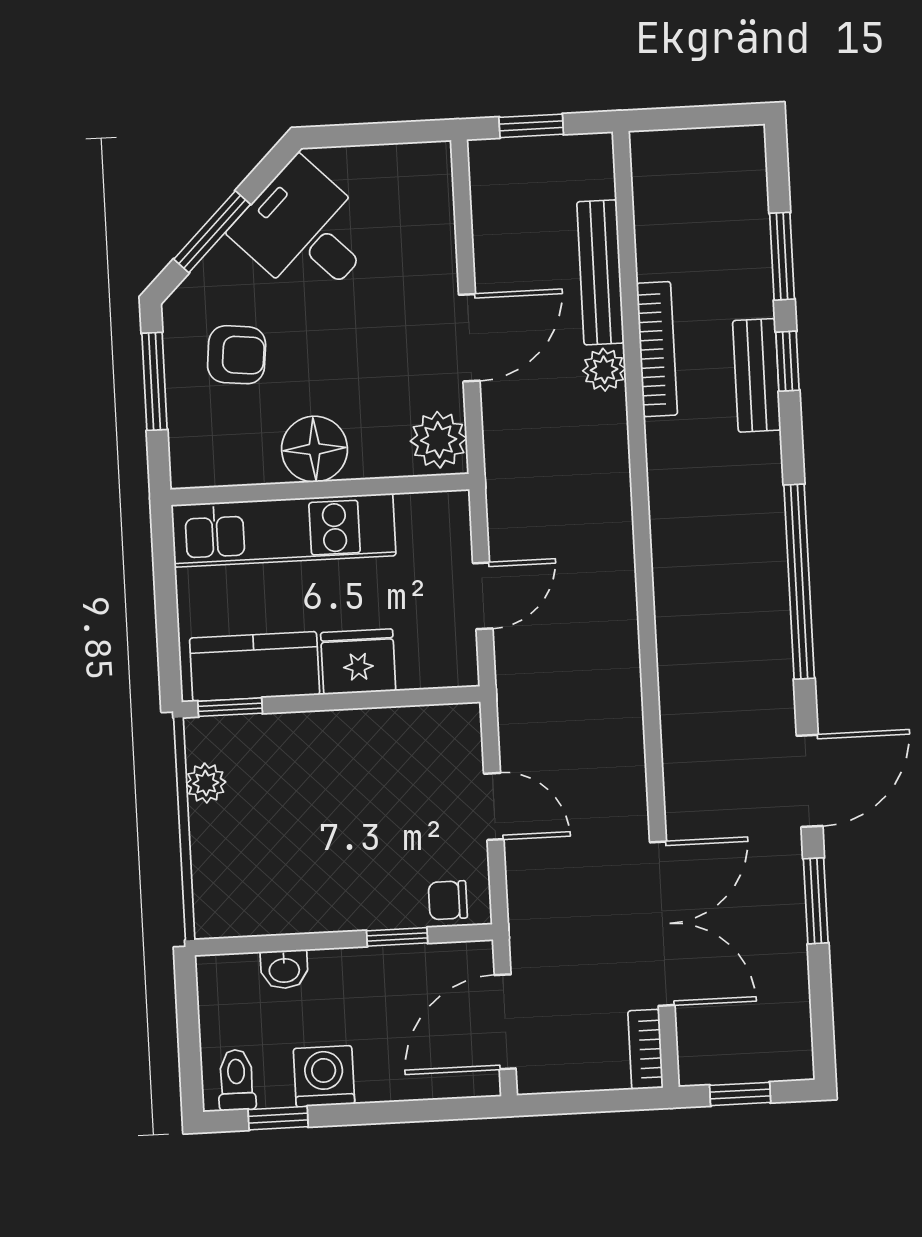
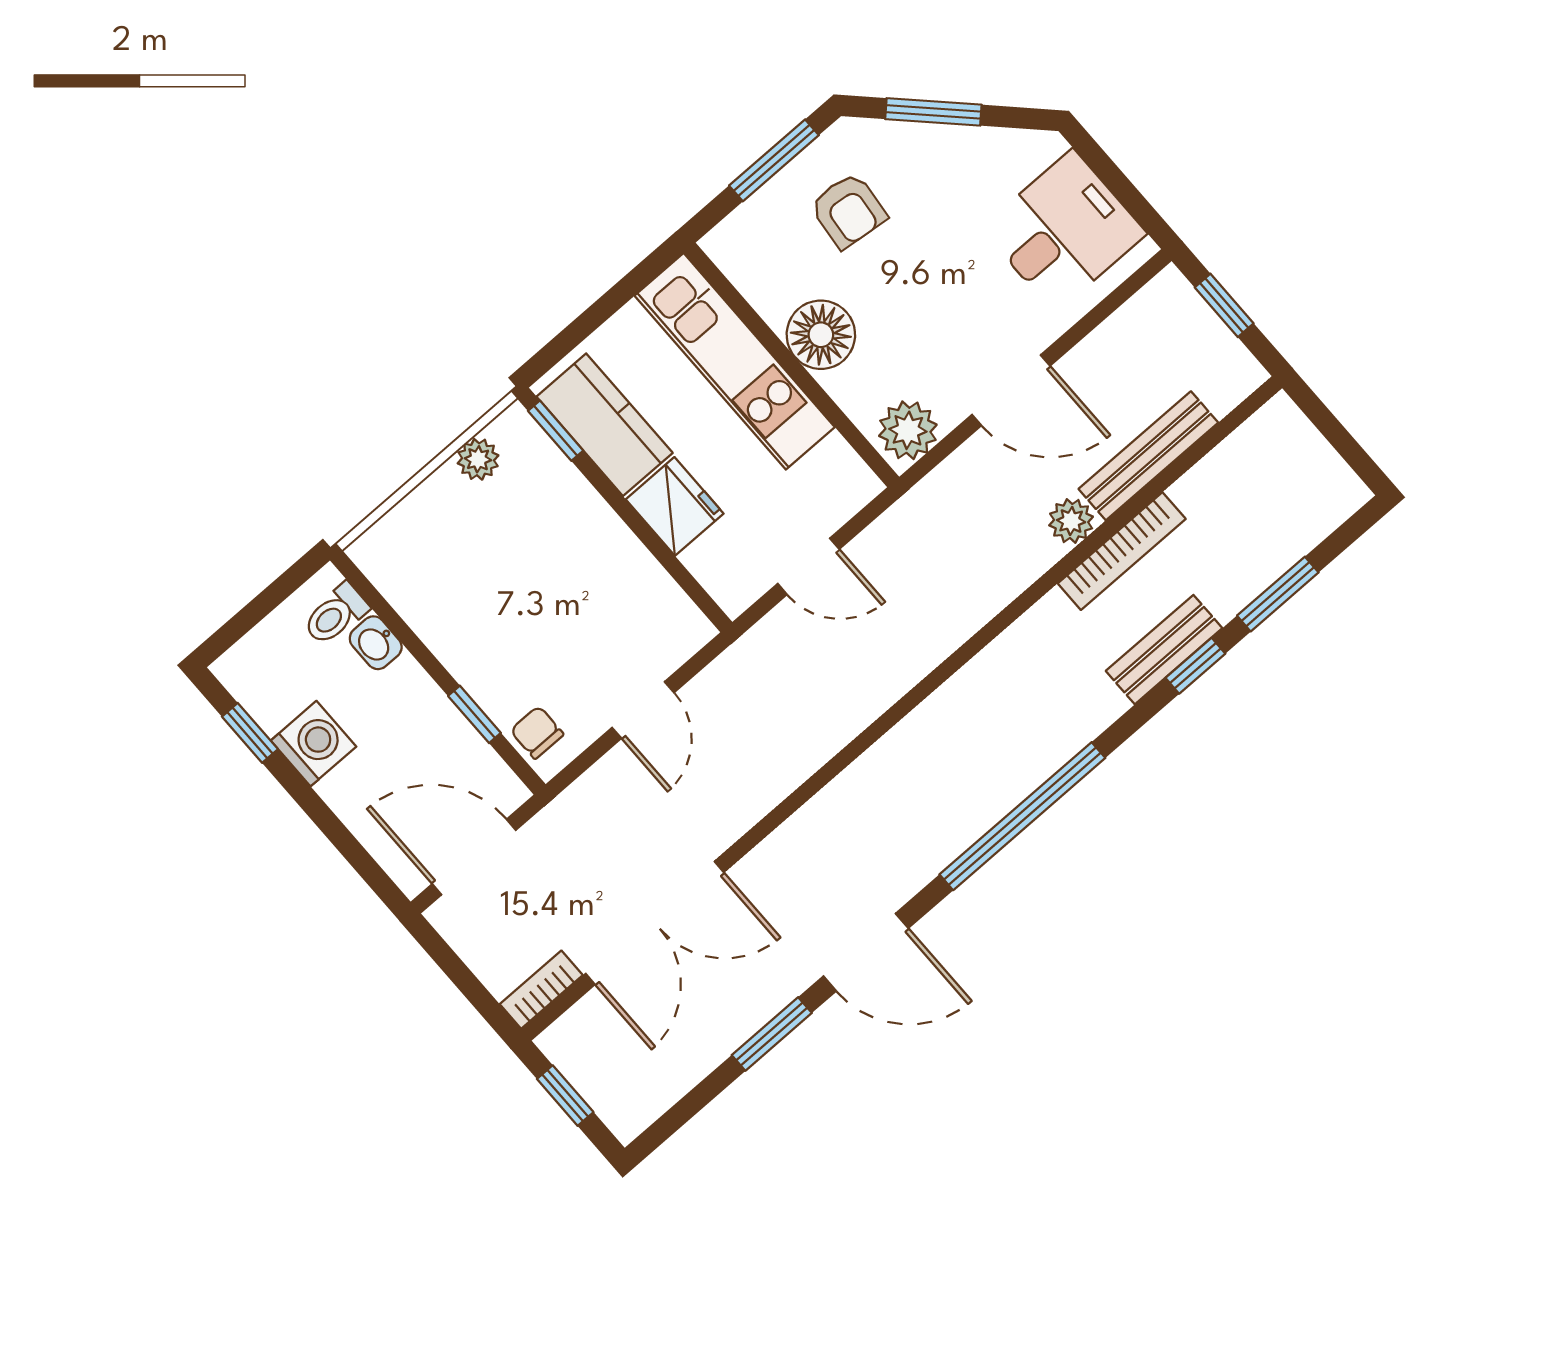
desk: (305, 232) -> (1064, 231), moved, turned 45
toilet: (236, 1080) -> (335, 614), moved, turned 180

